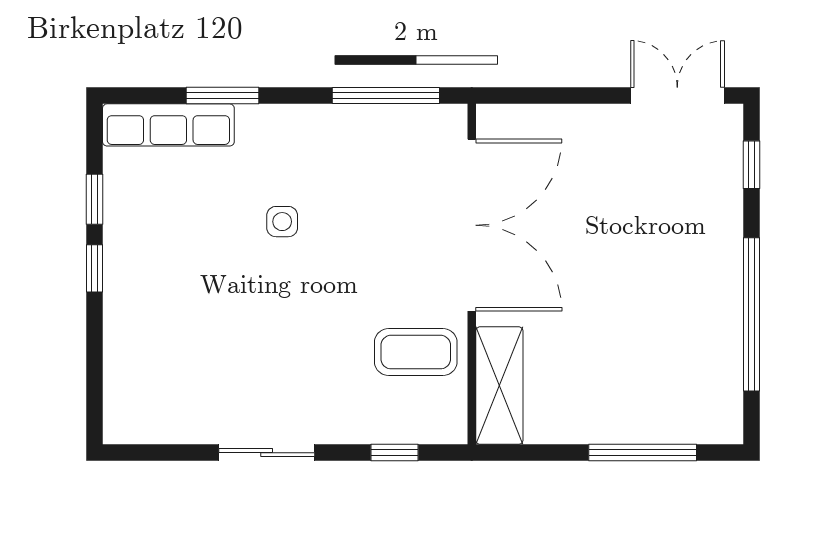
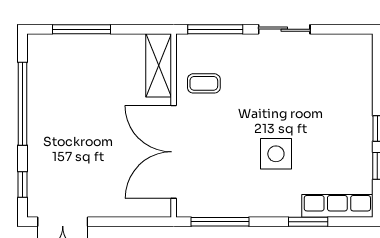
side table: (282, 222) -> (276, 154), width x1.87, depth x1.87
coffee table: (416, 352) -> (204, 83), width x0.73, depth x0.77
window: (395, 453) -> (215, 29), width x2.17

